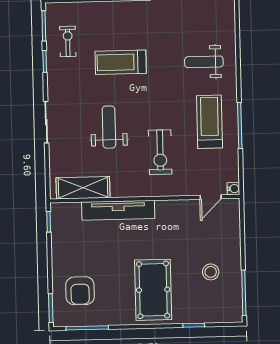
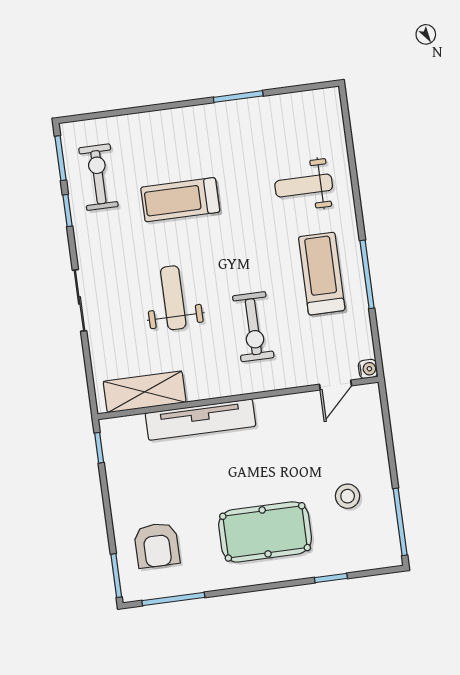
exercise bike: (68, 41) -> (98, 177), width x1.38, depth x1.39
pool table: (153, 290) -> (265, 532), turned 90

